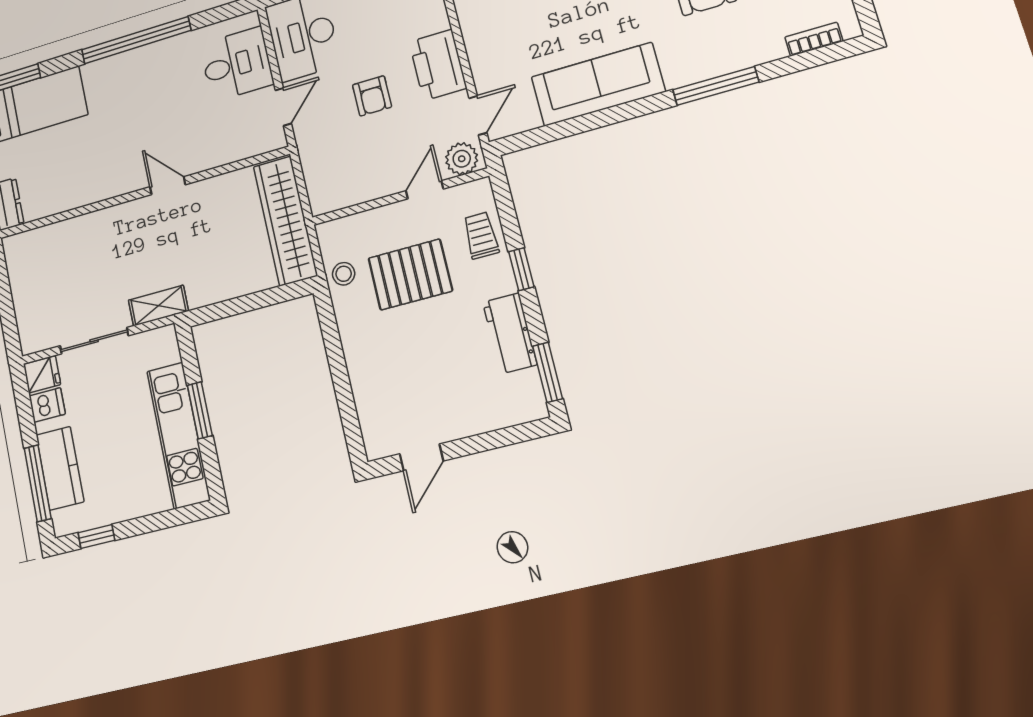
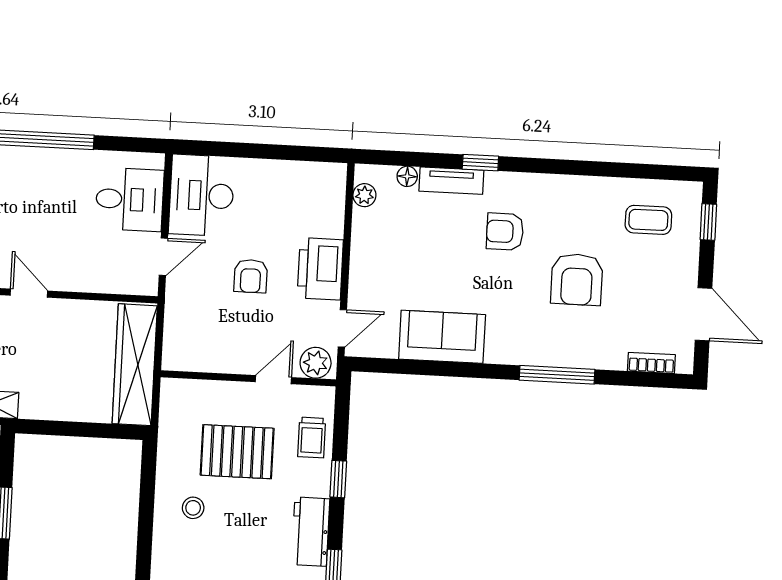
sofa: (598, 84) -> (442, 337), width x0.73
trolley: (481, 235) -> (312, 438), turned 180
stool: (344, 274) -> (193, 508), moved

